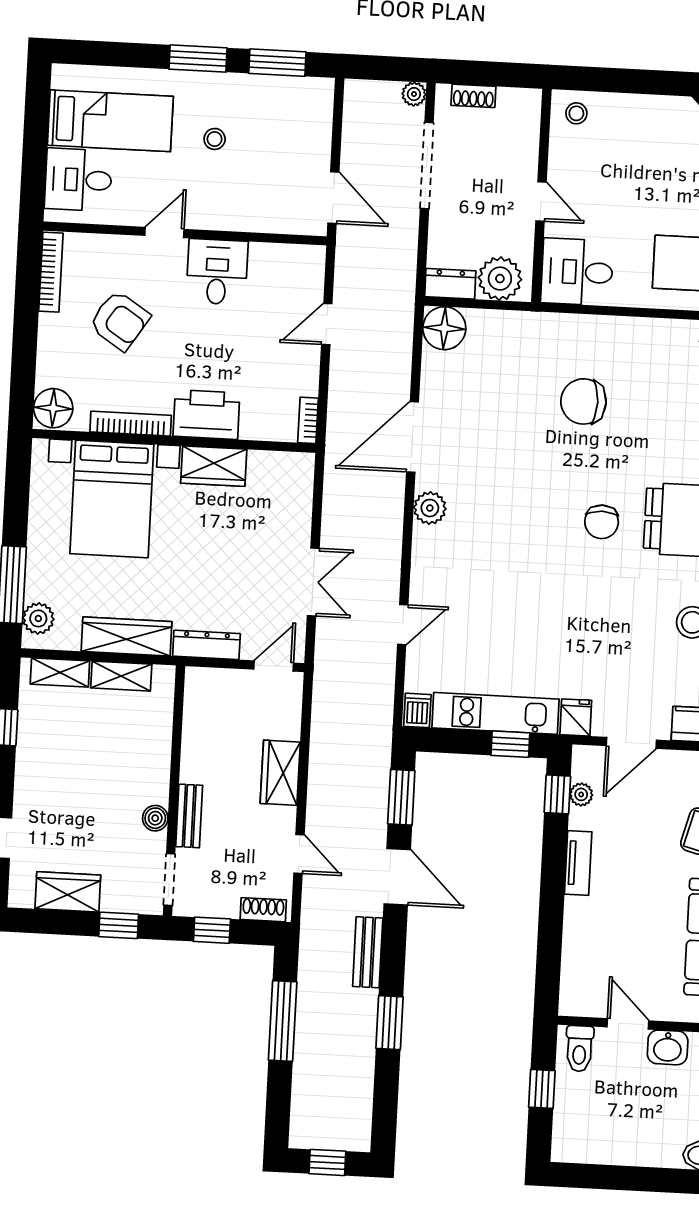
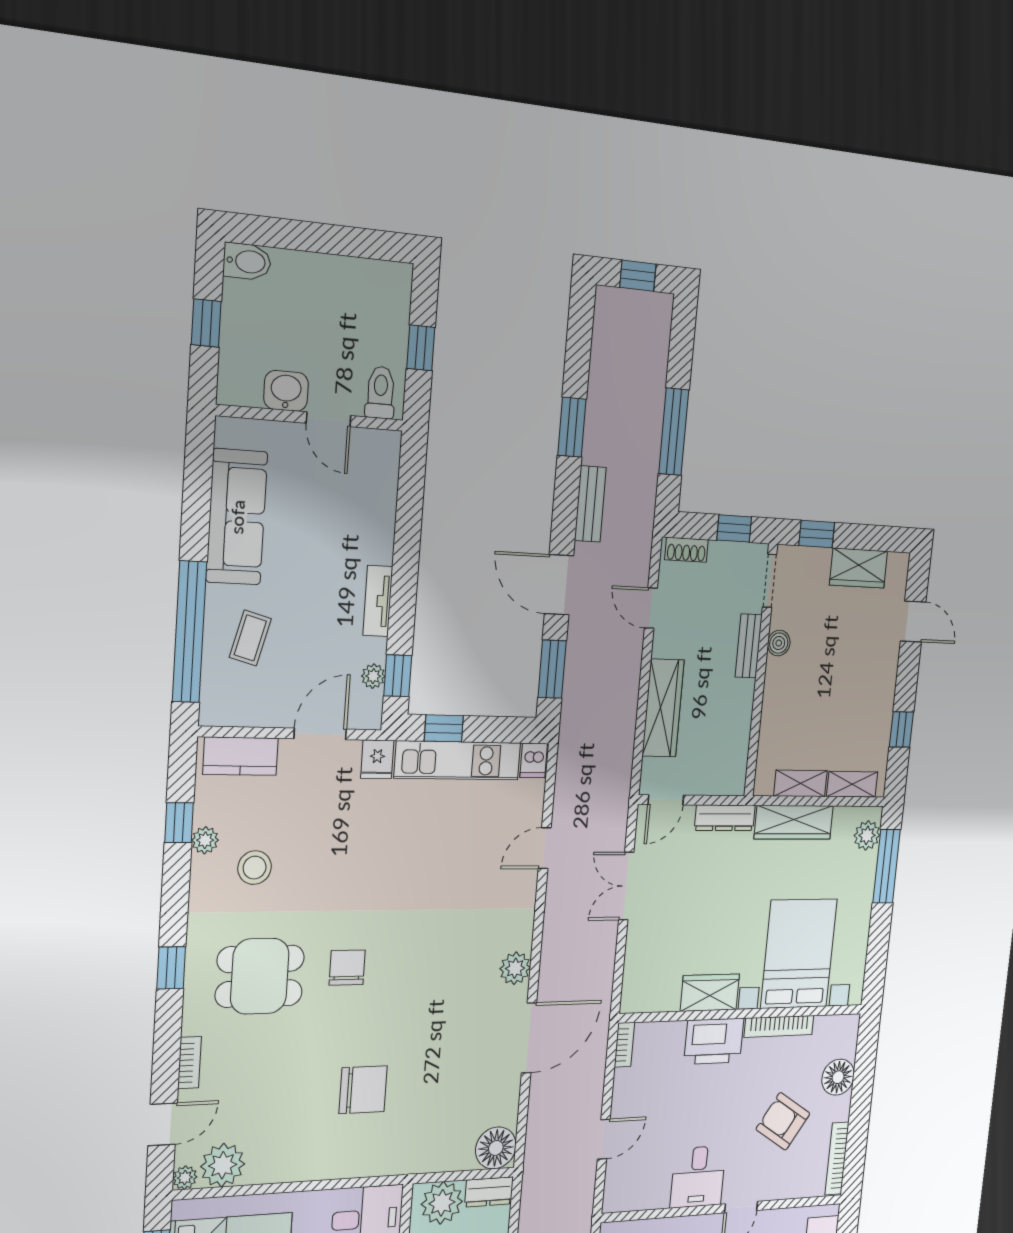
floor lamp: (53, 408) -> (838, 1077), moved
wardrobe: (280, 773) -> (663, 708), width x1.50

